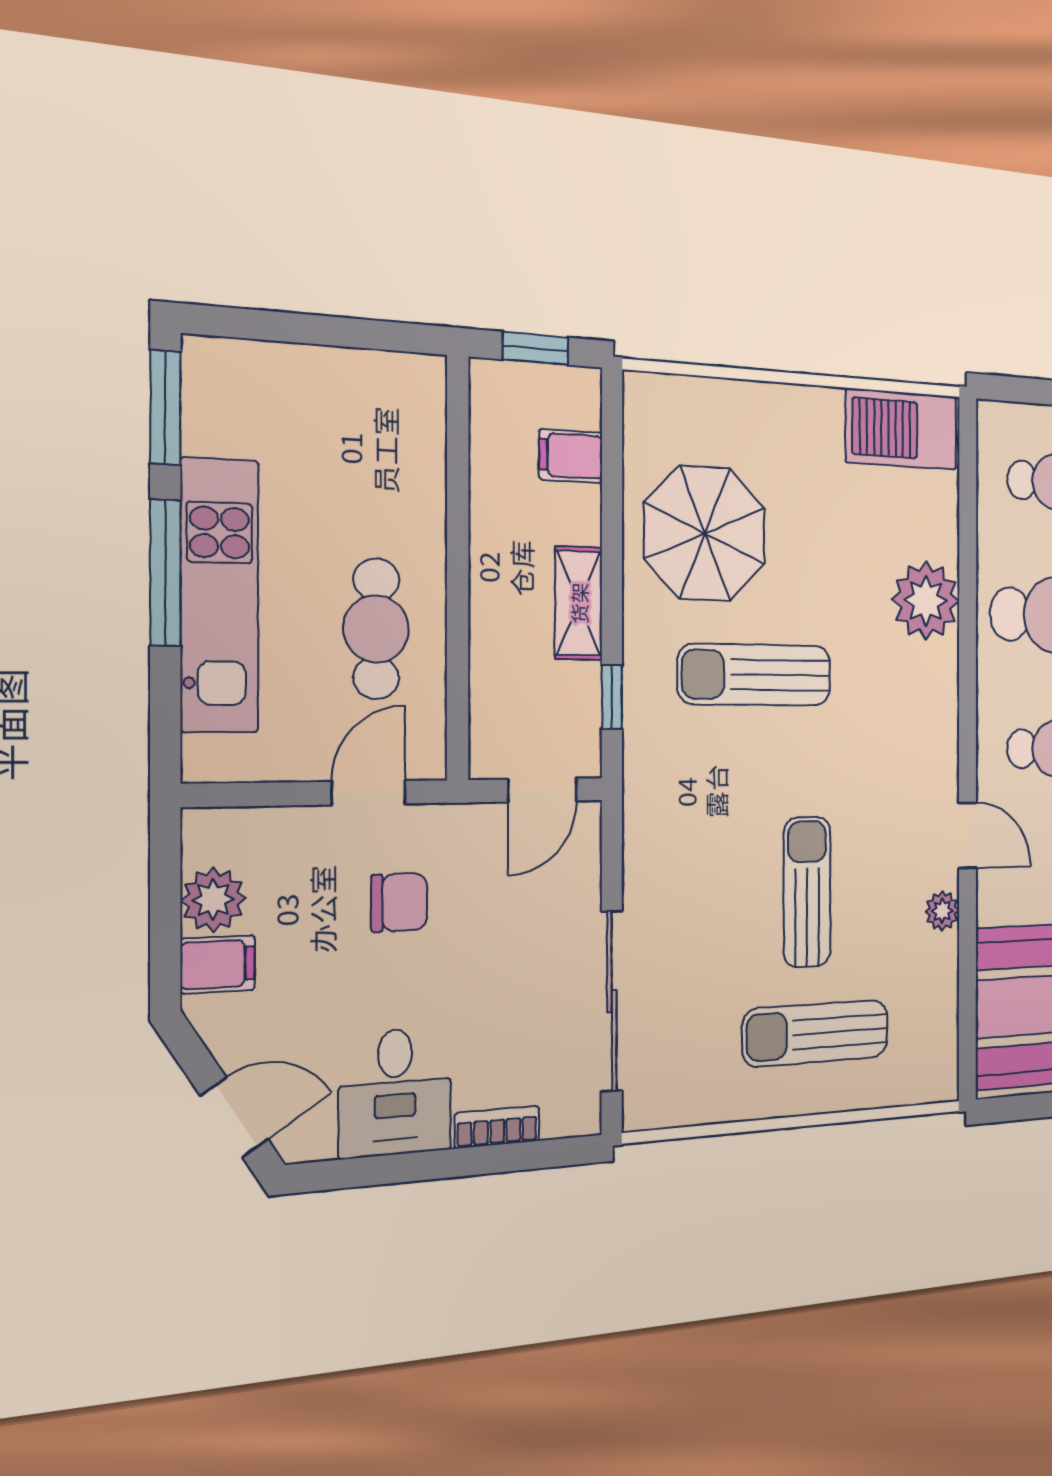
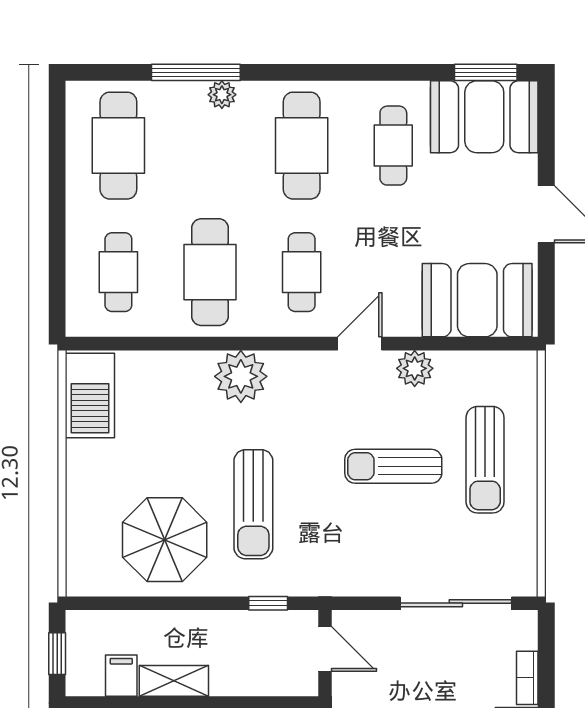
filing cabinet: (571, 456) -> (121, 676), moved, turned 180
plant: (926, 601) -> (241, 376), moved
shelving: (579, 603) -> (174, 681), moved
plant: (942, 911) -> (415, 368), width x1.38, depth x1.38

